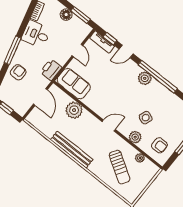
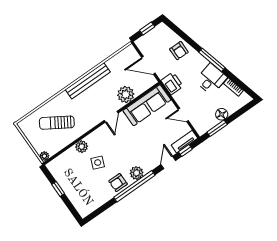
window: (13, 50) -> (212, 60), moved
sofa: (74, 84) -> (147, 105), width x1.36
door: (109, 125) -> (111, 117), moved
armchair: (159, 145) -> (118, 183), moved
plant: (140, 158) -> (44, 156), moved

